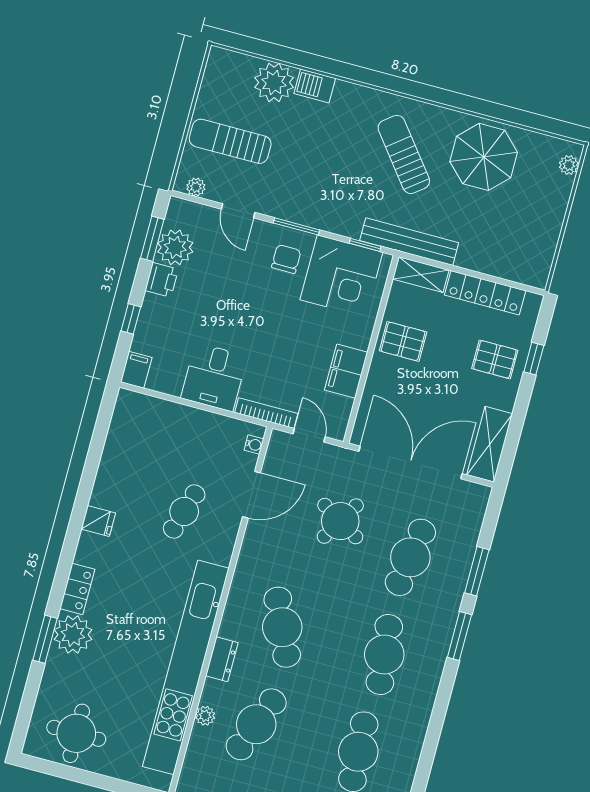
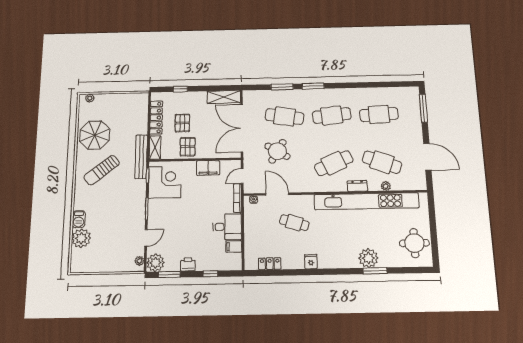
sun lounger: (230, 141) -> (114, 251), removed
plant: (175, 247) -> (155, 263), moved
chair: (286, 259) -> (163, 209), removed
pallet: (495, 359) -> (182, 123), moved
filing cabinet: (136, 370) -> (234, 247), moved
locker: (77, 589) -> (270, 264), moved

